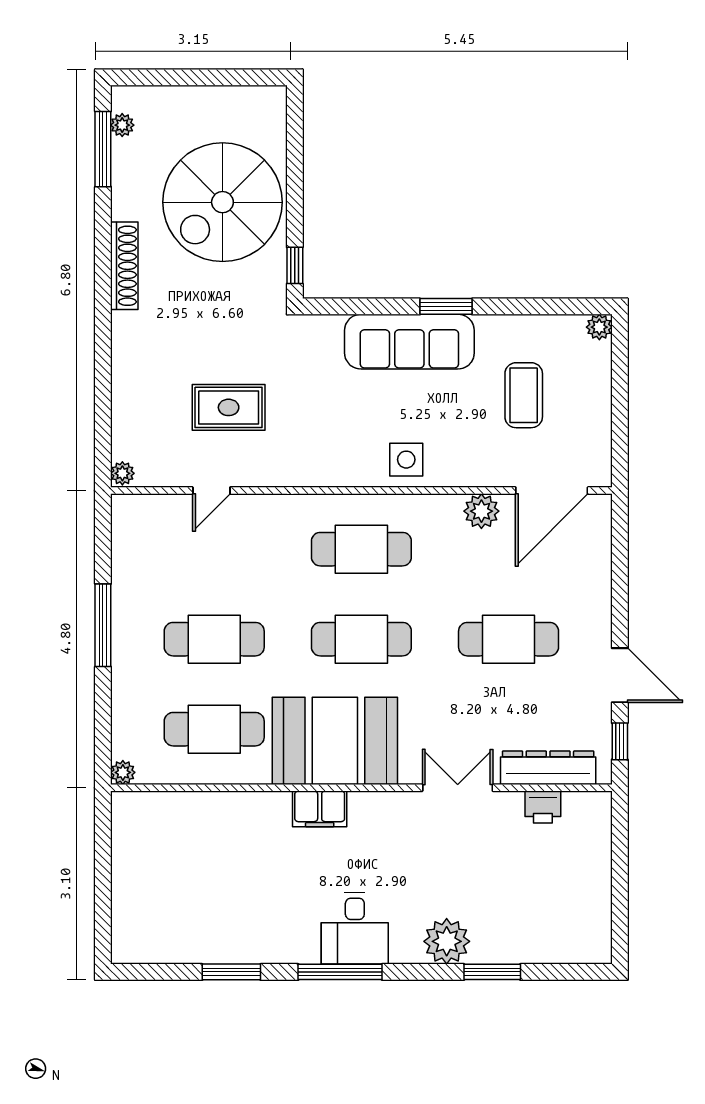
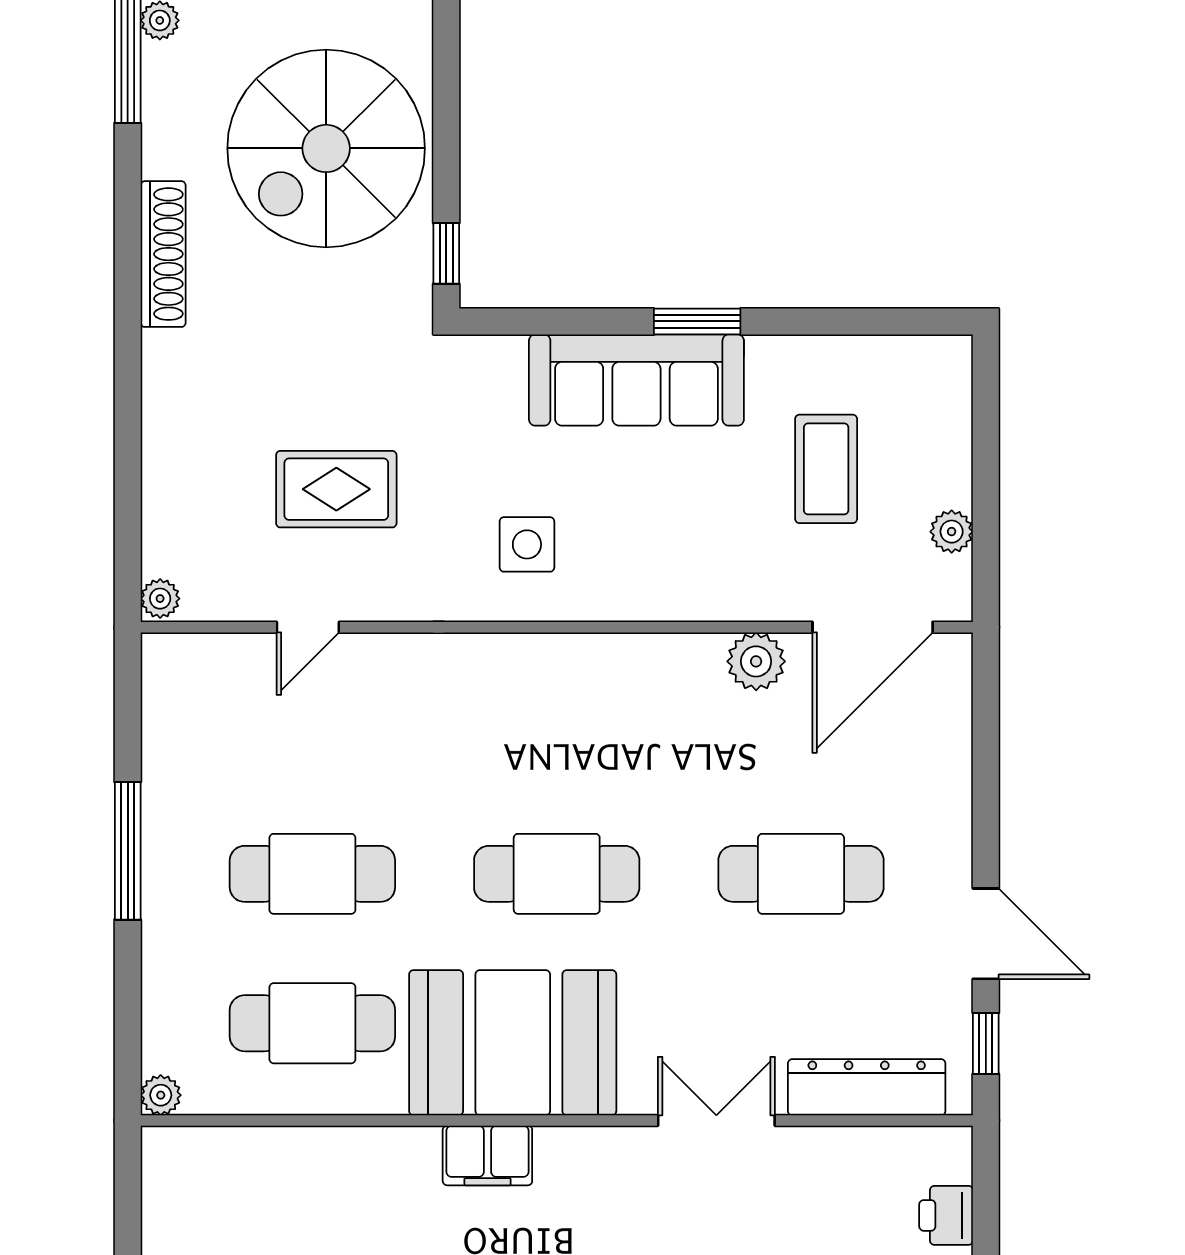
plant: (599, 327) -> (952, 532), moved
side table: (406, 460) -> (527, 544), moved
cafe table: (361, 549) -> (557, 724), removed
printer: (543, 807) -> (946, 1215), moved, turned 90

